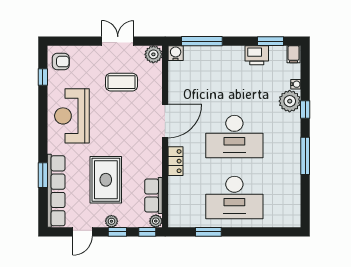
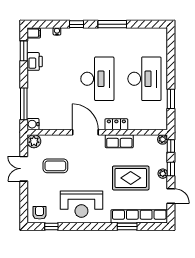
coffee table: (121, 82) -> (55, 166), turned 90
plant: (290, 101) -> (70, 36), removed
row of seats: (154, 196) -> (119, 141), moved

